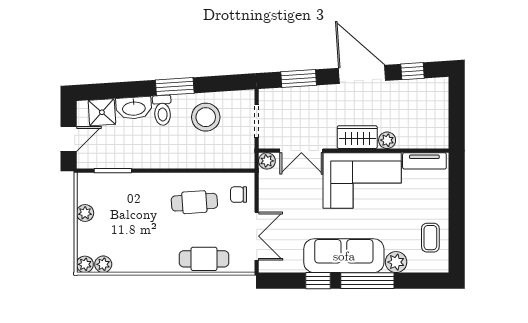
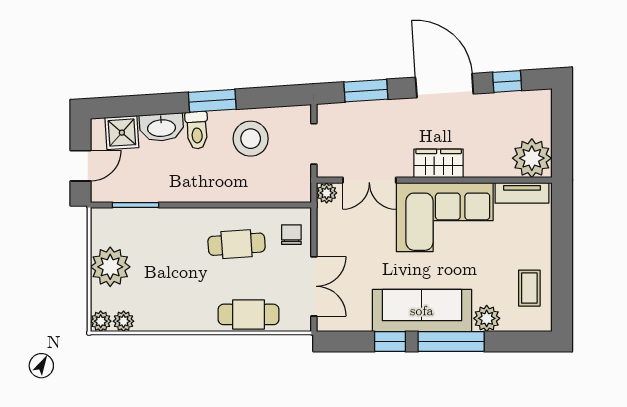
plant: (387, 140) -> (532, 158), moved, width x1.88, depth x1.88
chair: (239, 195) -> (291, 235), turned 90
plant: (85, 213) -> (110, 267), width x1.88, depth x1.88

